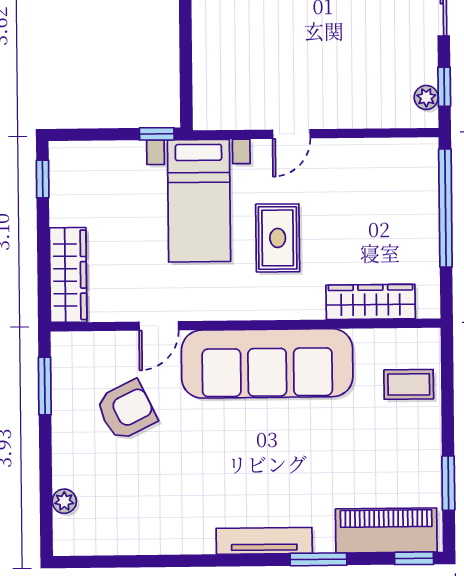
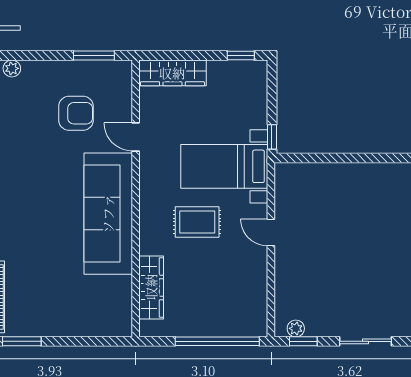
coffee table: (409, 384) -> (92, 314), removed
armchair: (126, 410) -> (76, 113), turned -64

